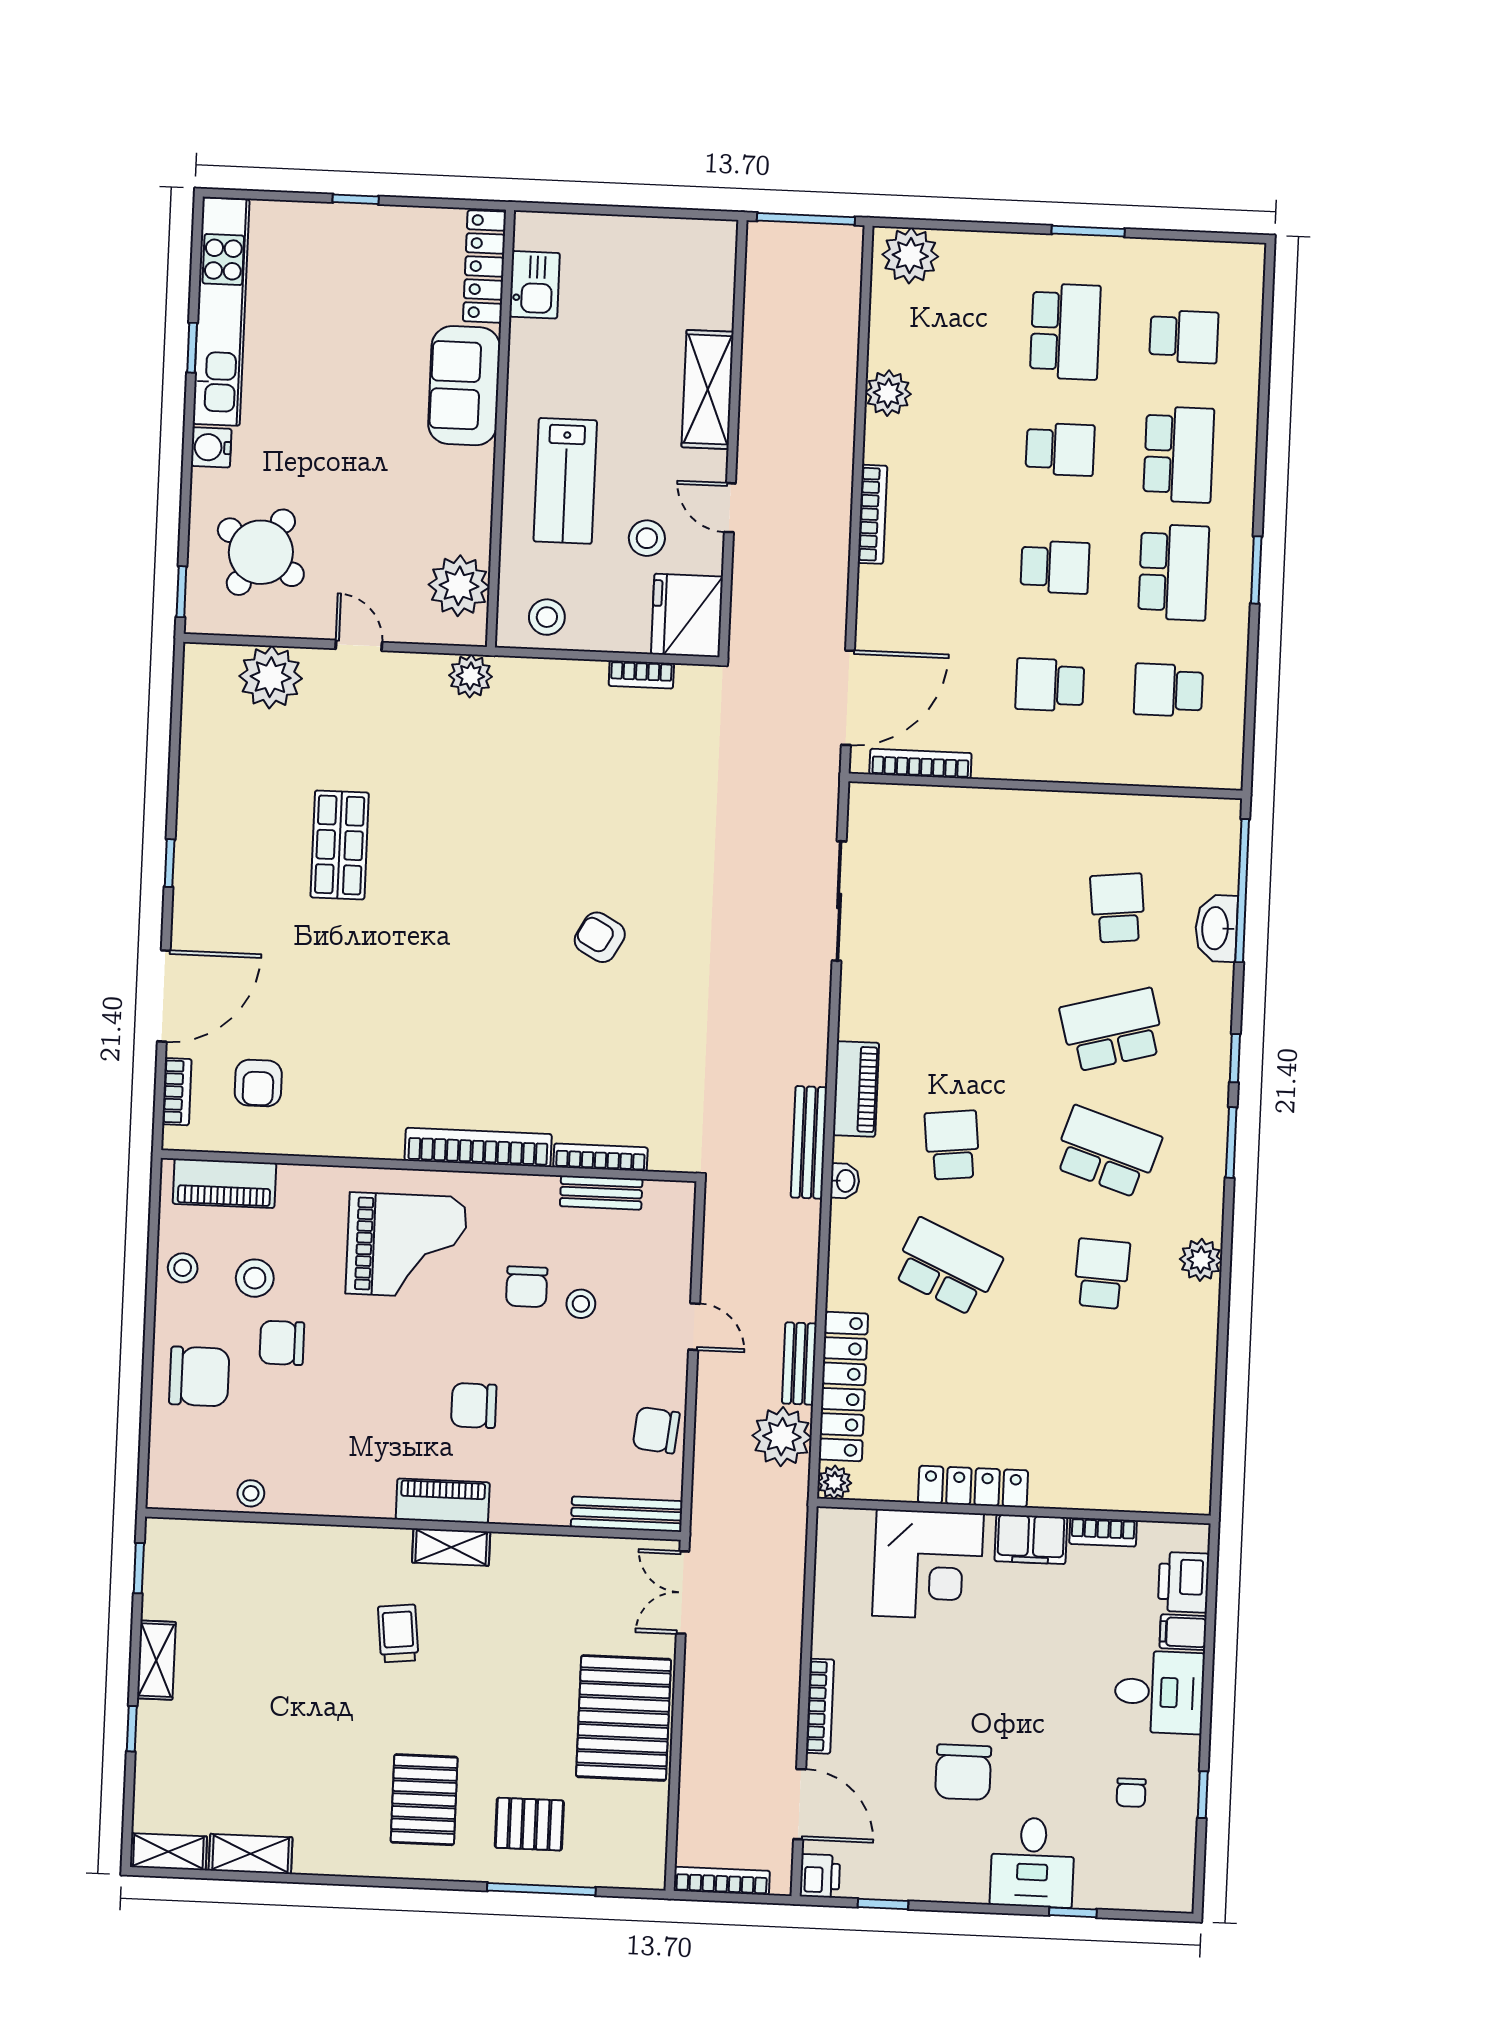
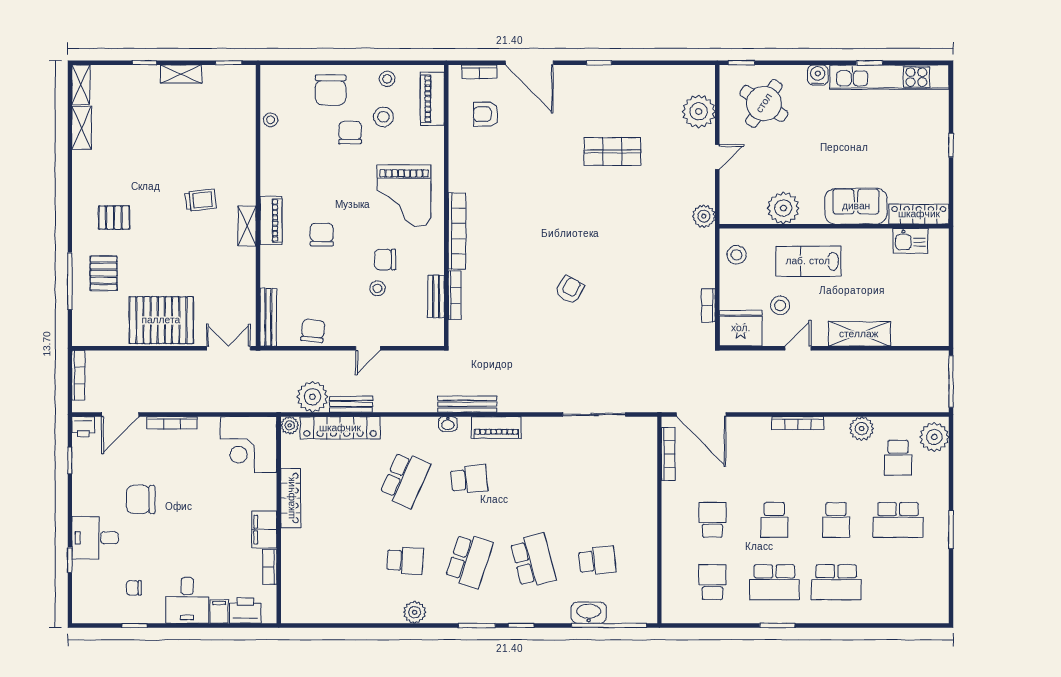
school desk: (1184, 337) -> (898, 458), moved
plant: (459, 586) -> (783, 208), moved
corner desk: (928, 1565) -> (249, 445), moved
pallet: (424, 1800) -> (114, 218), width x0.67, depth x0.71

